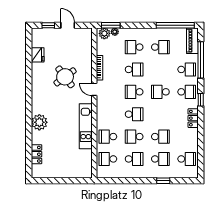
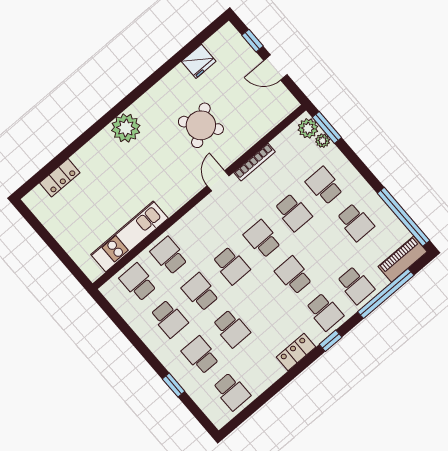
door: (68, 25) -> (276, 68), swing flipped
plant: (39, 122) -> (126, 128), moved
kitchen unit: (86, 126) -> (130, 236), moved
school desk: (160, 159) -> (200, 355), turned 180

